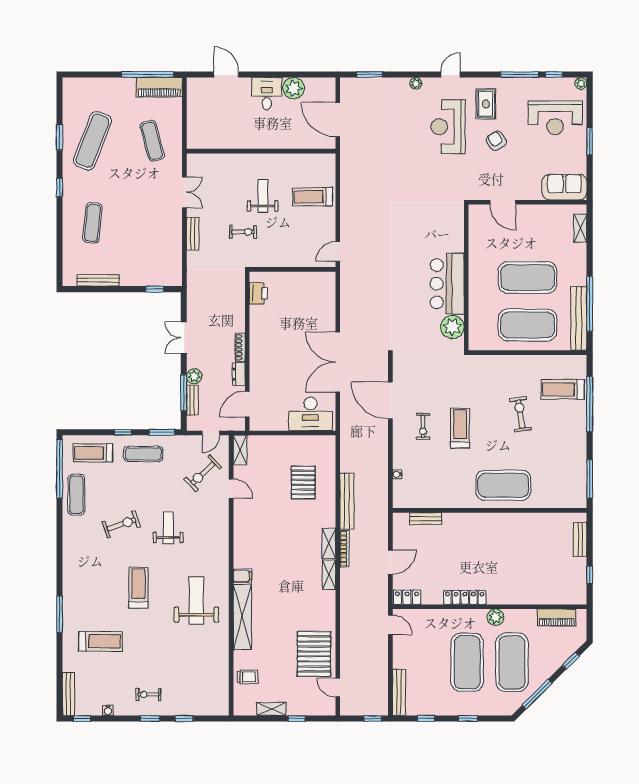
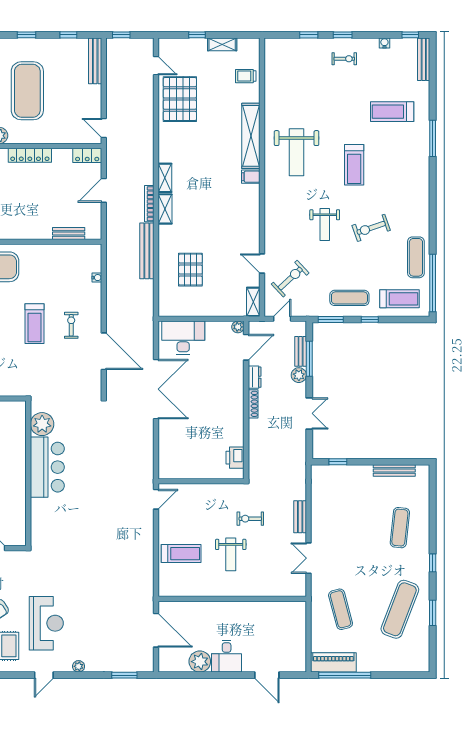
plant: (255, 425) -> (238, 327), added

